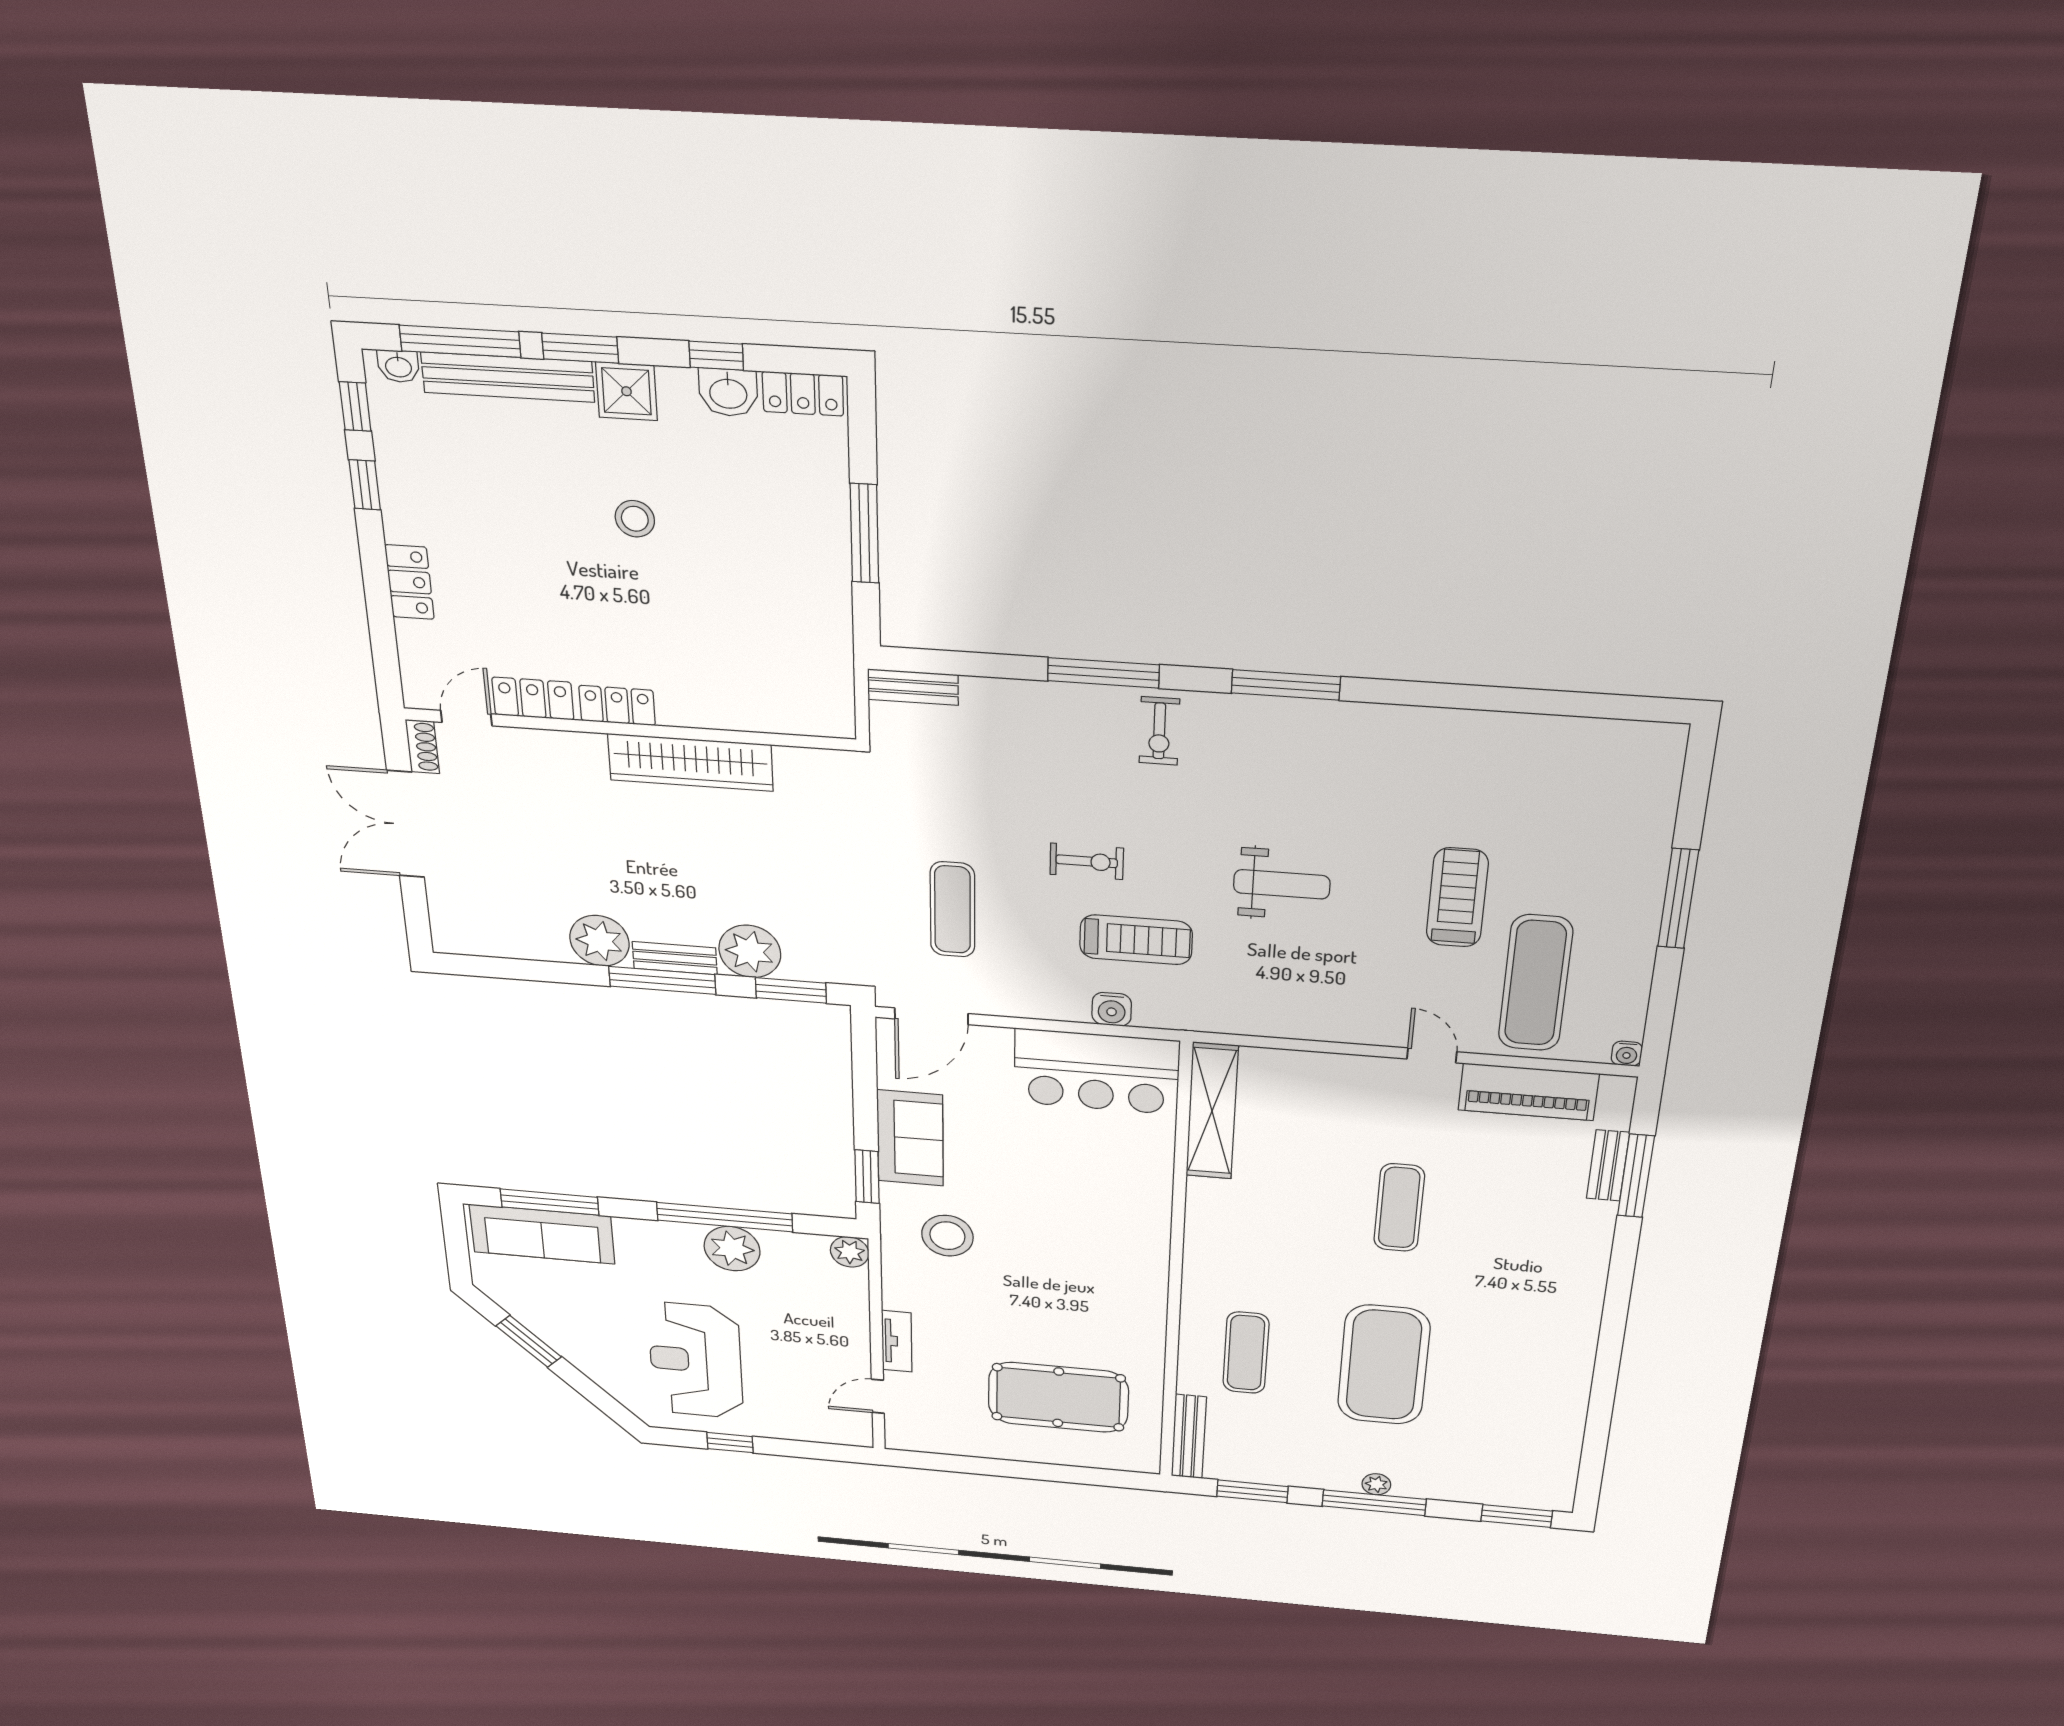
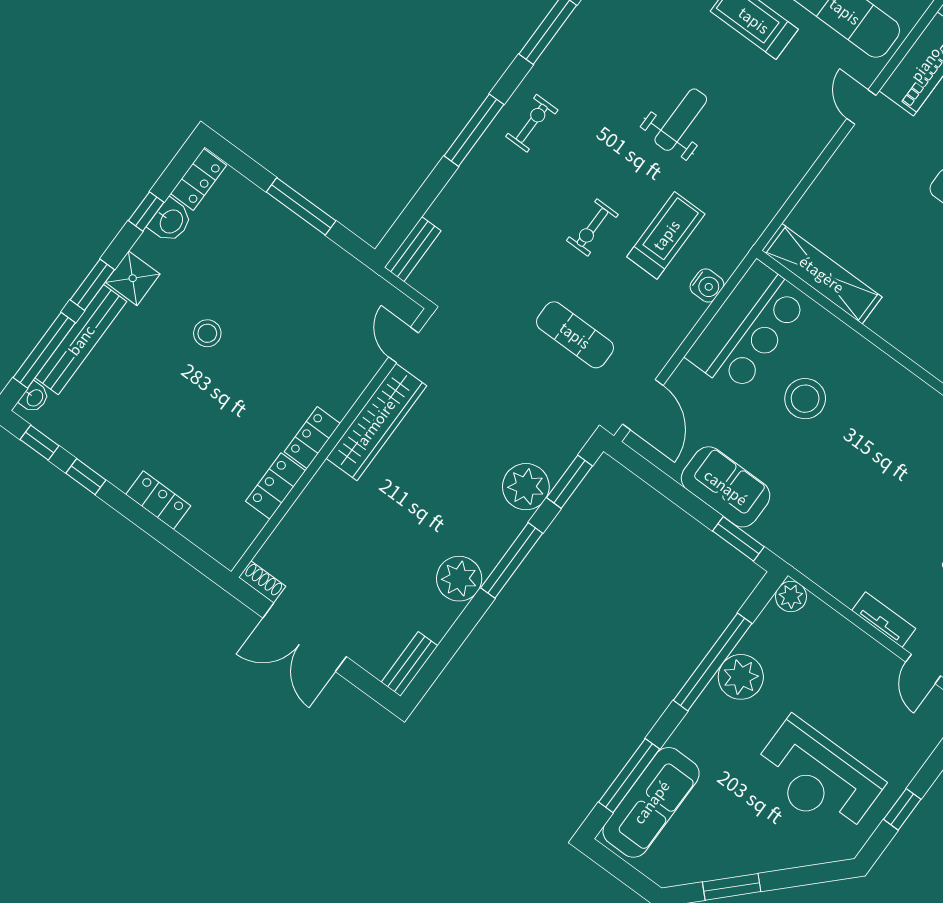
door: (466, 718) -> (404, 345), moved
exercise bike: (1159, 731) -> (532, 123), turned -90
exercise bike: (1087, 861) -> (592, 227), turned 180
bench: (675, 958) -> (409, 664), moved
door: (1432, 1055) -> (861, 107), hinge flipped
stool: (947, 1236) -> (805, 399), moved

